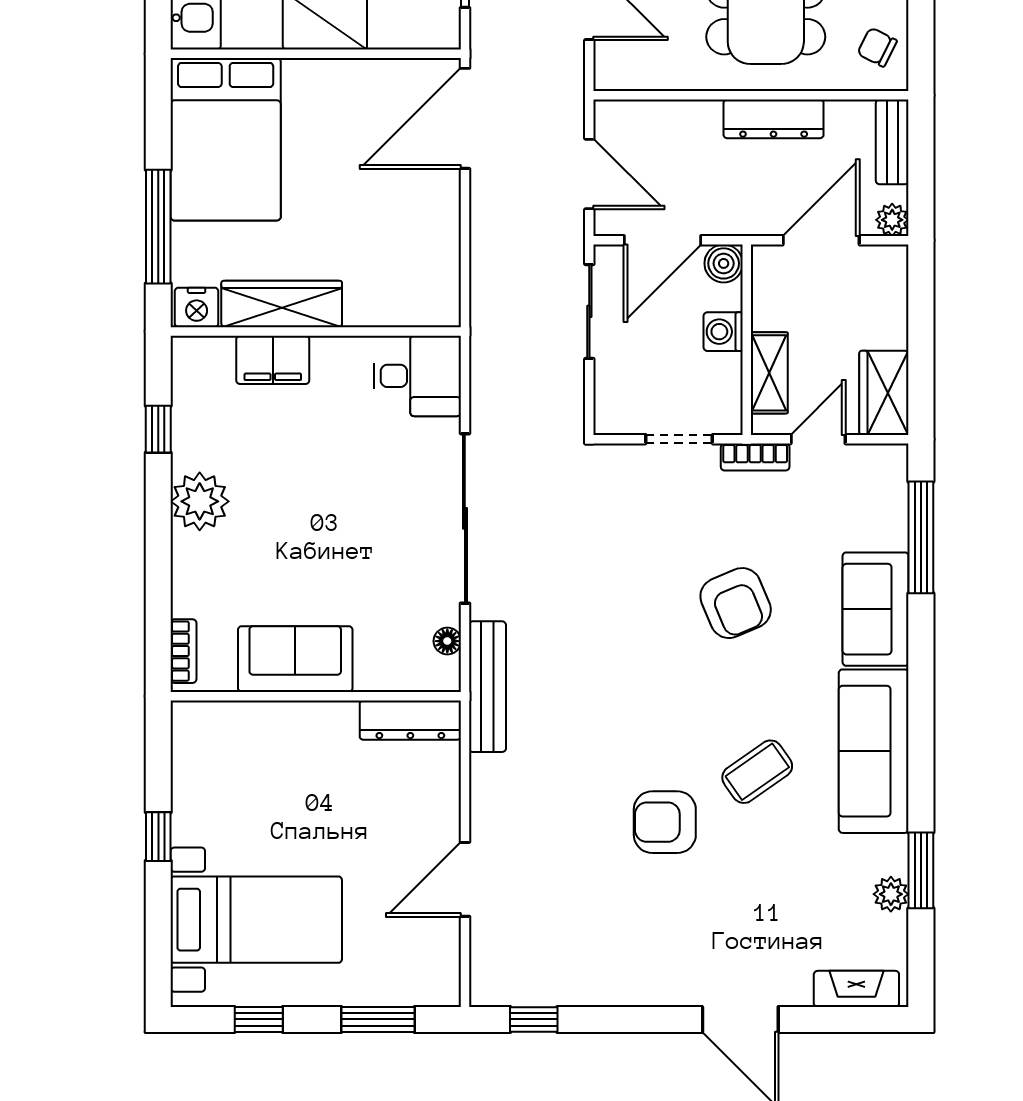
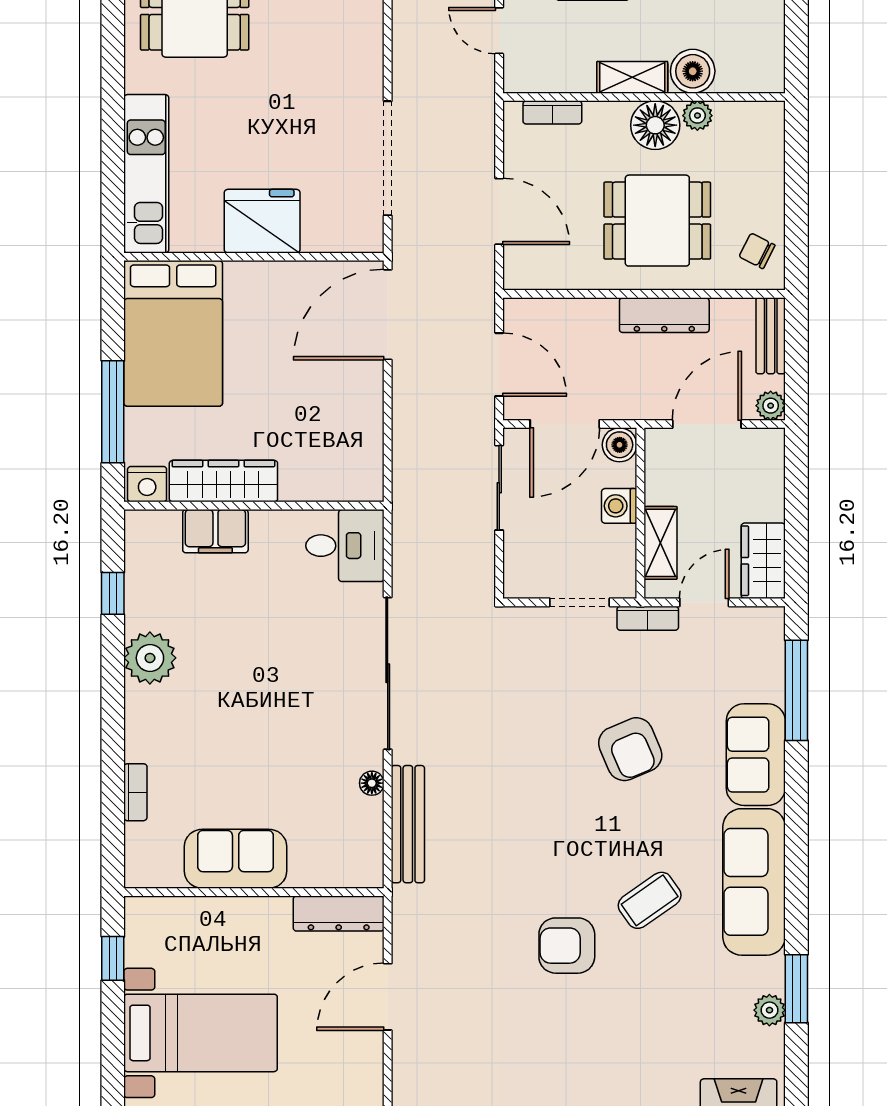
sofa: (295, 659) -> (236, 859), moved
wall: (316, 696) -> (254, 892), moved
dresser: (410, 720) -> (339, 914), moved

